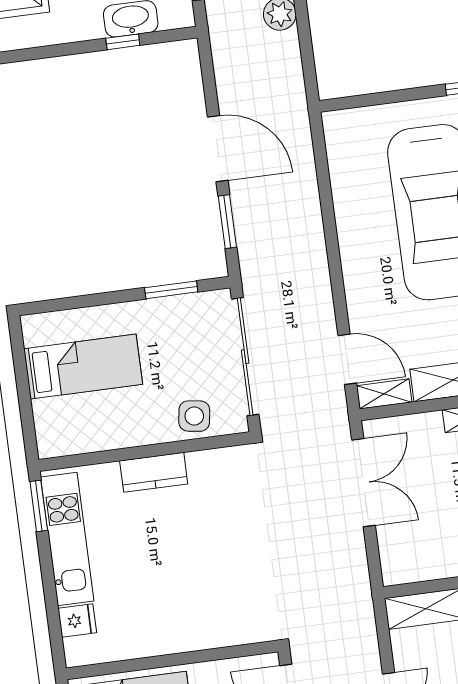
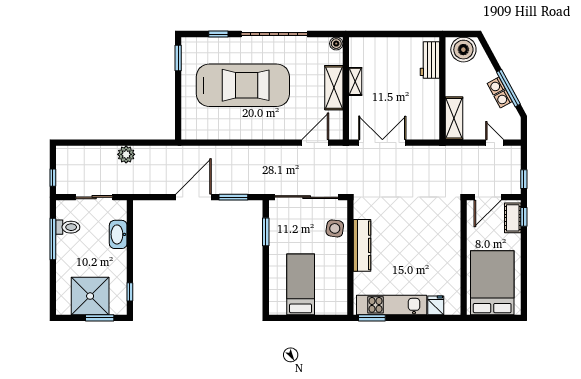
window: (123, 42) -> (130, 292), moved
shelving: (384, 394) -> (336, 125), removed
kitchen counter: (154, 472) -> (362, 245), width x1.50

